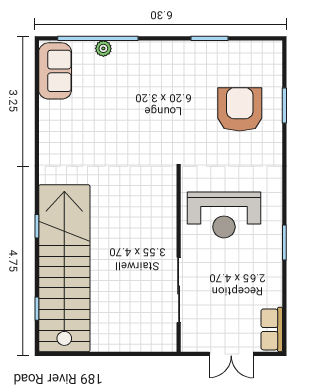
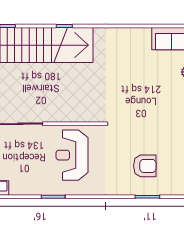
armchair: (240, 109) -> (145, 166), width x0.73, depth x0.73

